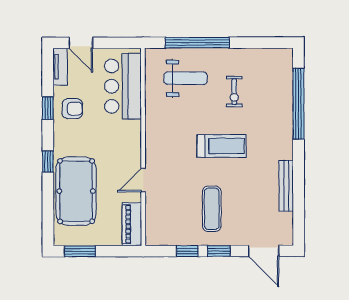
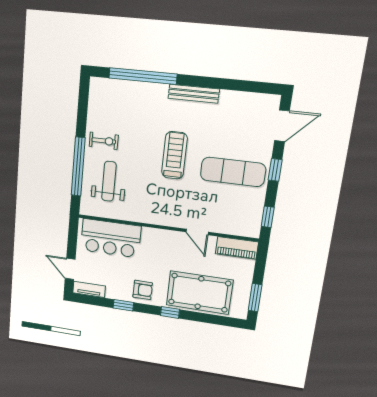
door: (81, 43) -> (70, 269), swing flipped
exercise bike: (234, 92) -> (104, 141), moved
armchair: (72, 109) -> (143, 290), moved, turned 90
bench: (286, 186) -> (194, 94), moved
exercise mat: (212, 209) -> (233, 172), width x1.36, depth x1.45
window: (187, 251) -> (268, 217), moved

